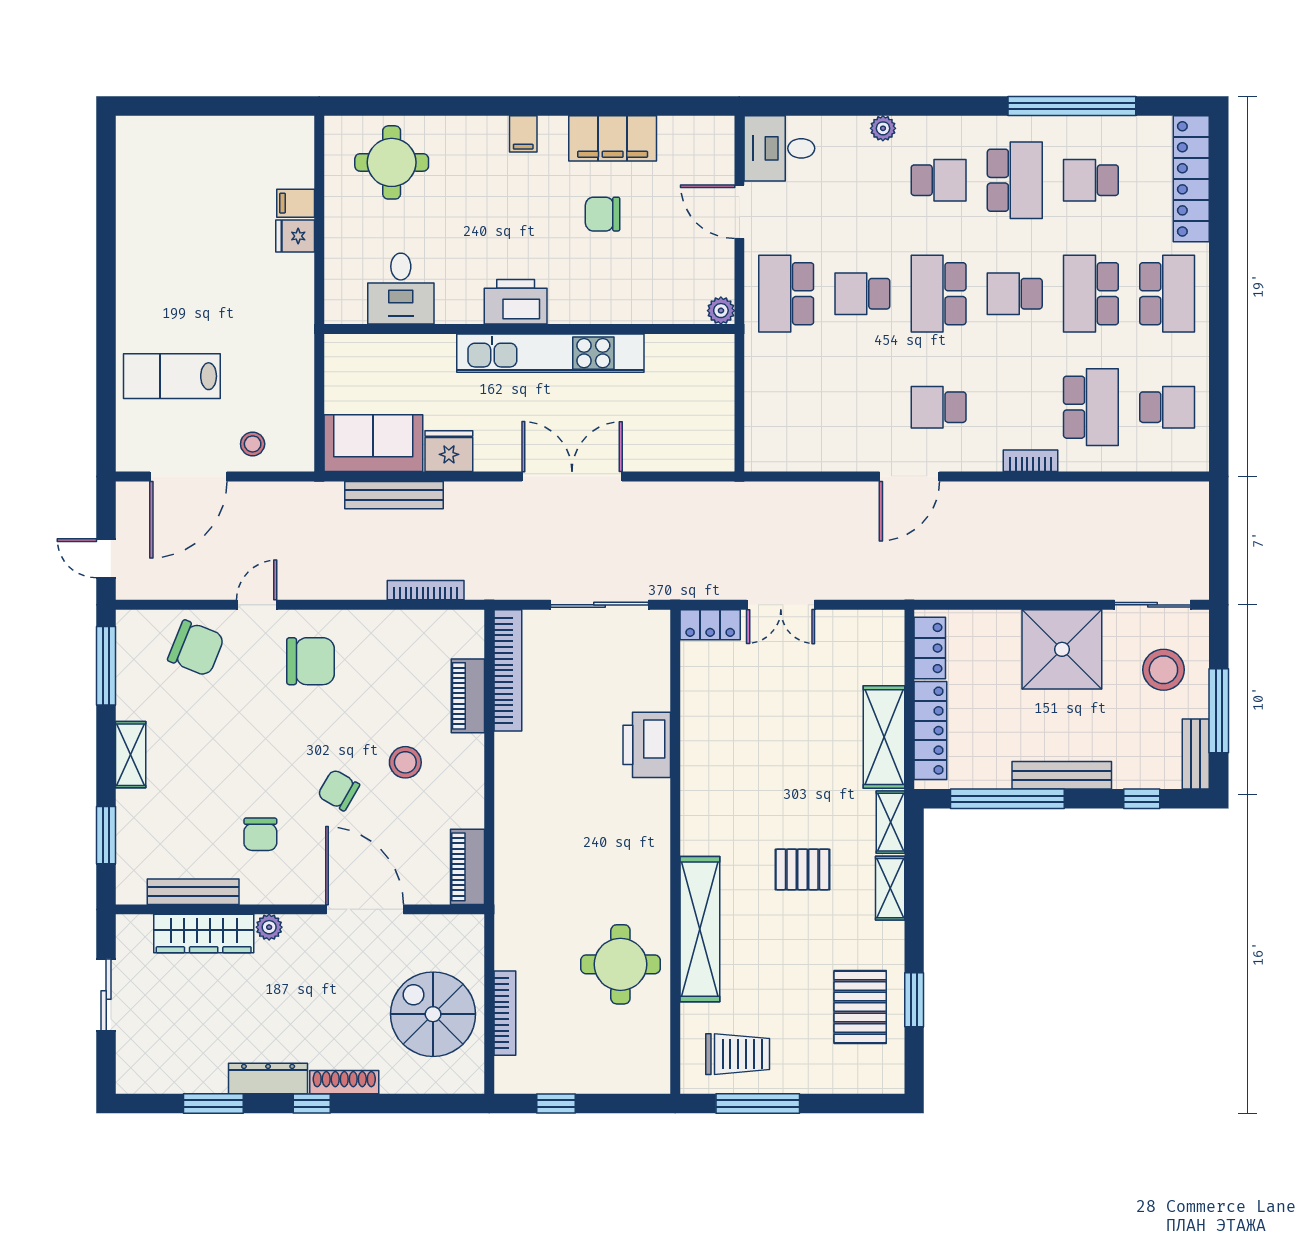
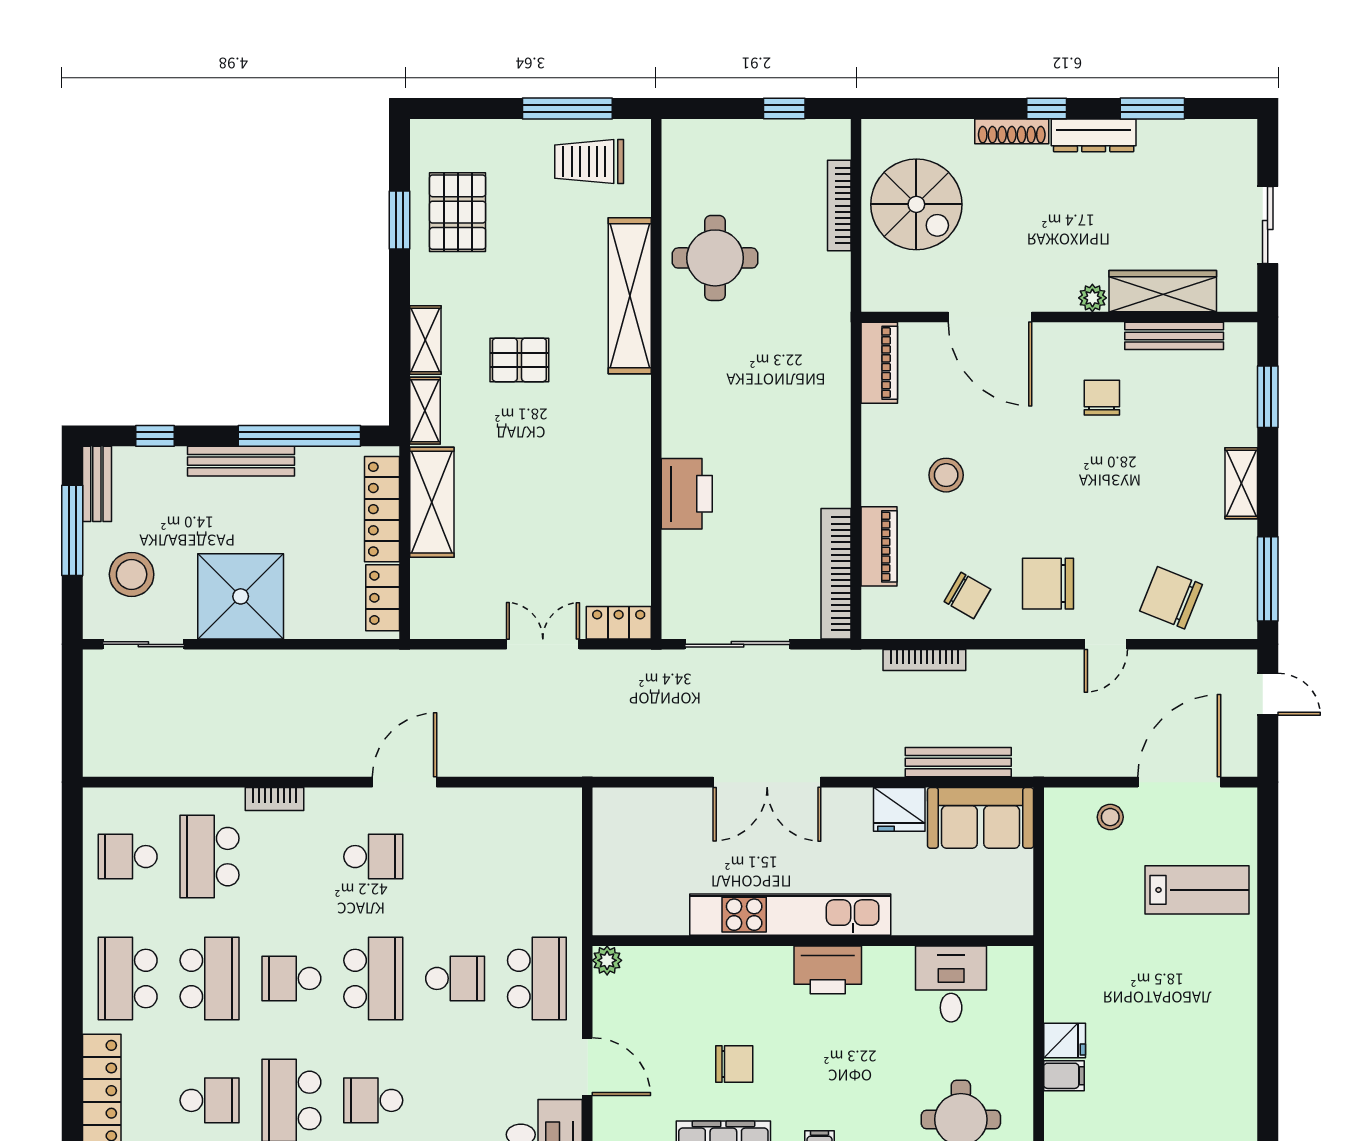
school desk: (1015, 294) -> (291, 978), turned 180
chair: (339, 790) -> (967, 595), moved

